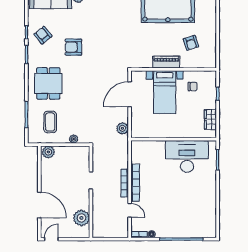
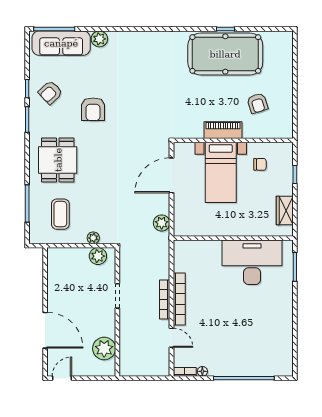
armchair: (43, 35) -> (50, 92), turned -94
armchair: (73, 47) -> (93, 109), turned -90
plant: (48, 152) -> (98, 256), moved

